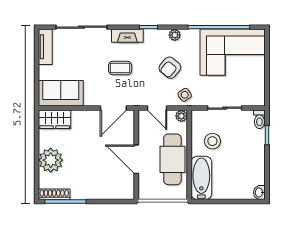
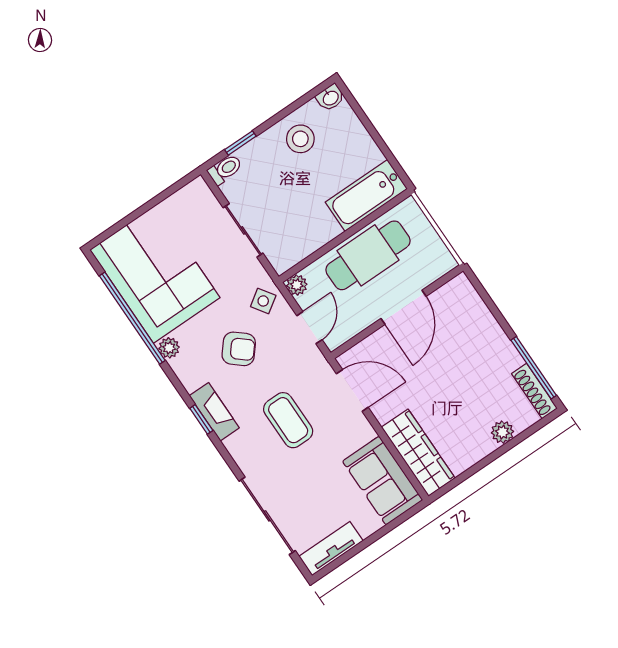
plant: (175, 35) -> (169, 348), moved
fireplace: (127, 36) -> (214, 412), moved
coffee table: (120, 68) -> (288, 420), width x1.36, depth x1.30
wardrobe: (55, 119) -> (418, 453), width x1.50
stool: (212, 141) -> (300, 139), moved
plant: (51, 160) -> (502, 432), width x0.53, depth x0.53

